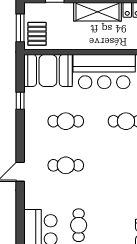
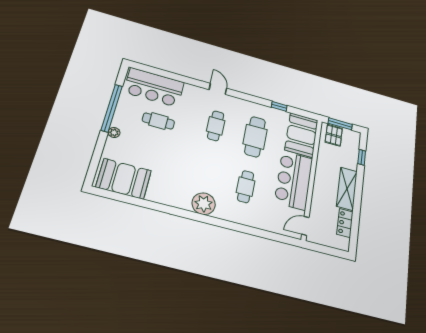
pallet: (37, 34) -> (334, 135), turned 90
cafe table: (66, 121) -> (255, 137), width x1.37, depth x1.35

